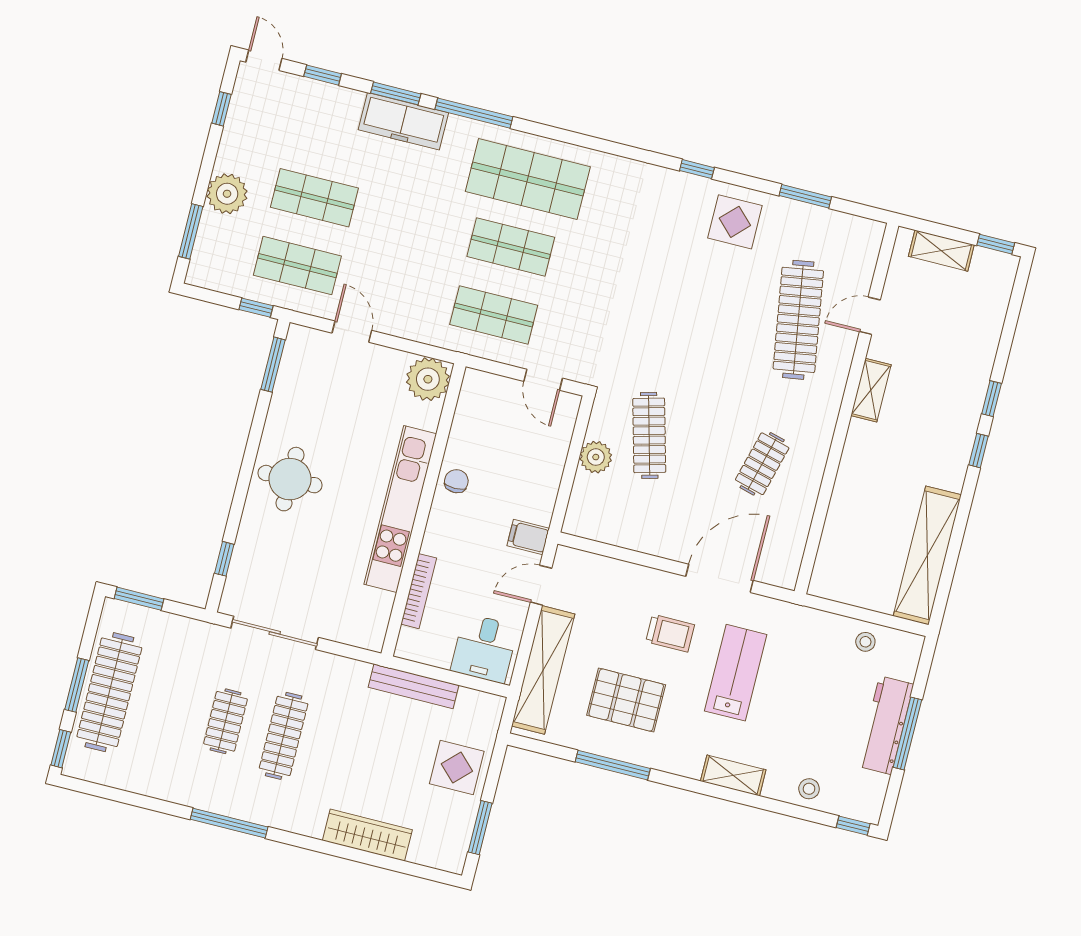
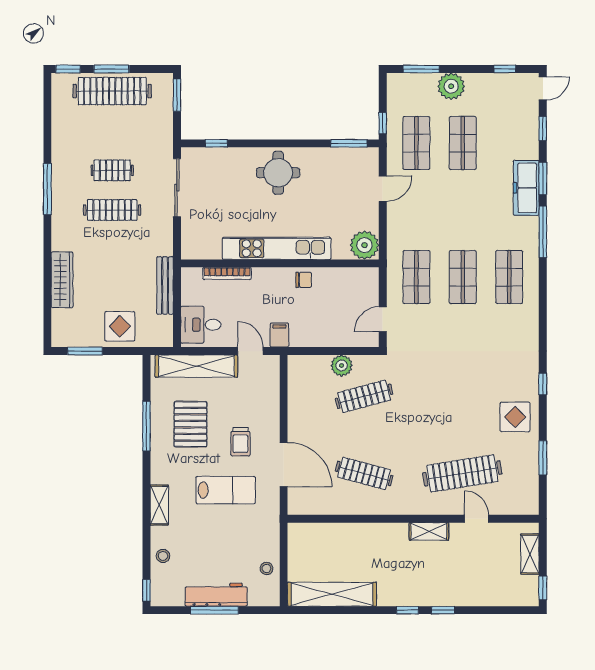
shop shelf: (528, 179) -> (509, 277), width x0.70, depth x0.74
clothes rail: (762, 464) -> (364, 473), width x1.36

